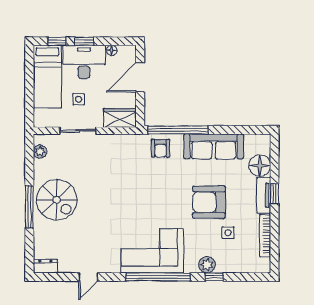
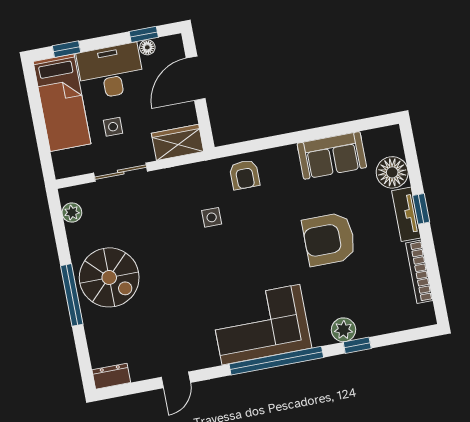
window: (84, 41) -> (144, 34), moved
window: (178, 130) -> (265, 143), removed
sofa: (214, 146) -> (332, 155), width x0.73
side table: (228, 233) -> (212, 217), moved

